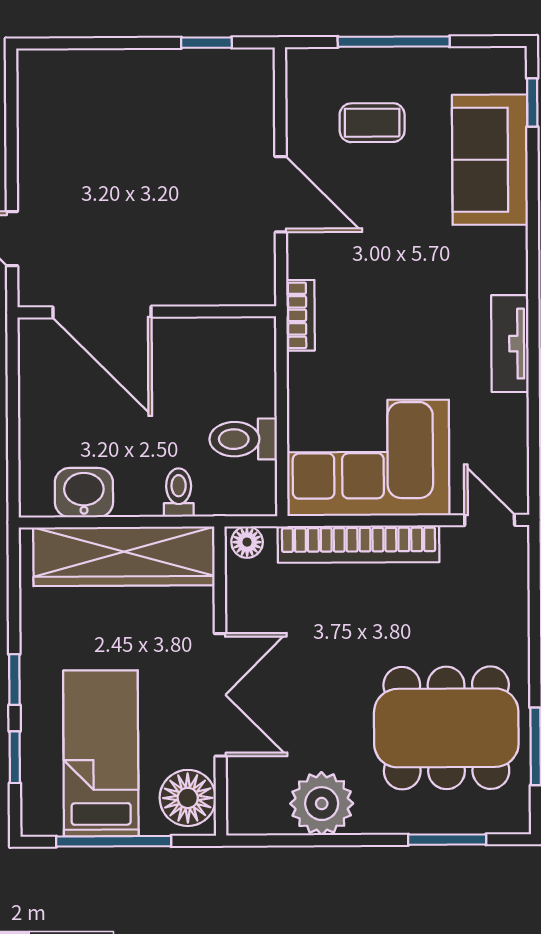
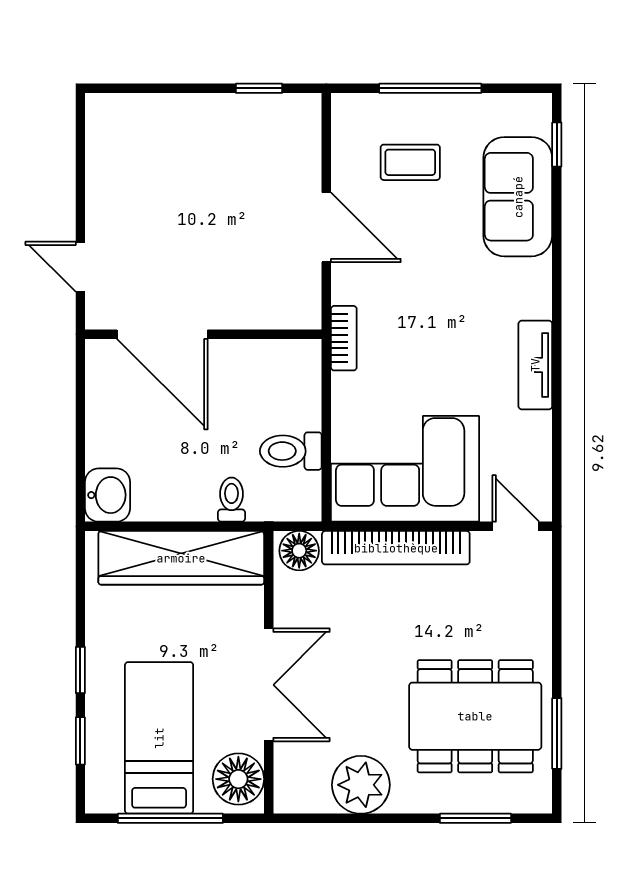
washbasin: (84, 493) -> (107, 495), moved, turned 90
floor lamp: (247, 542) -> (299, 551), width x1.37, depth x1.37

